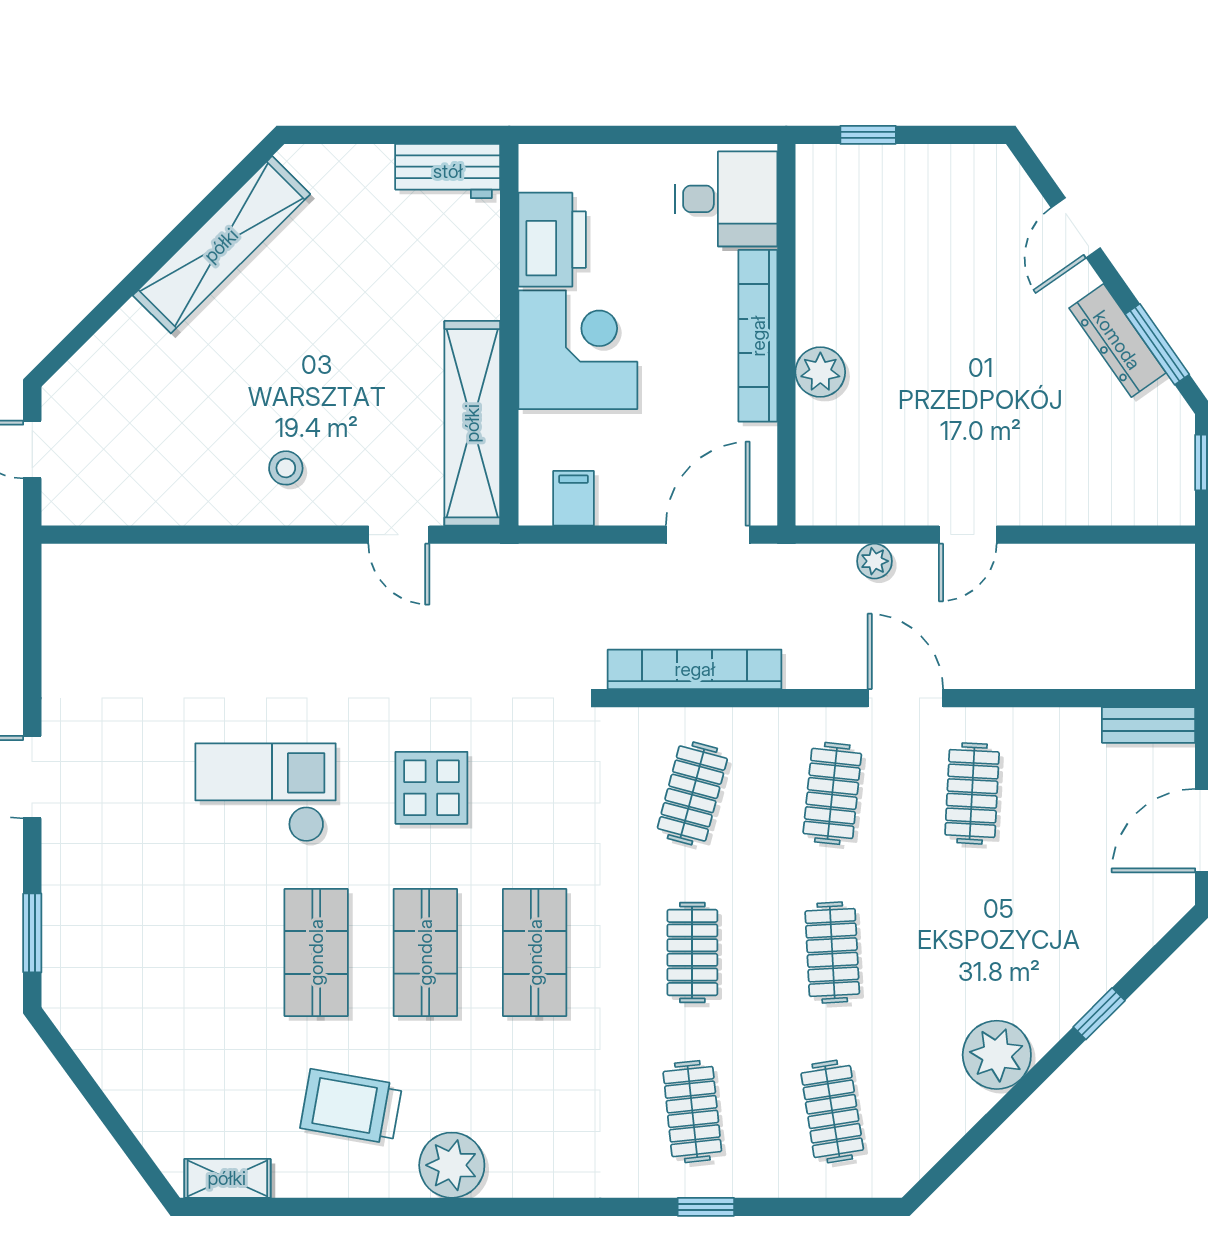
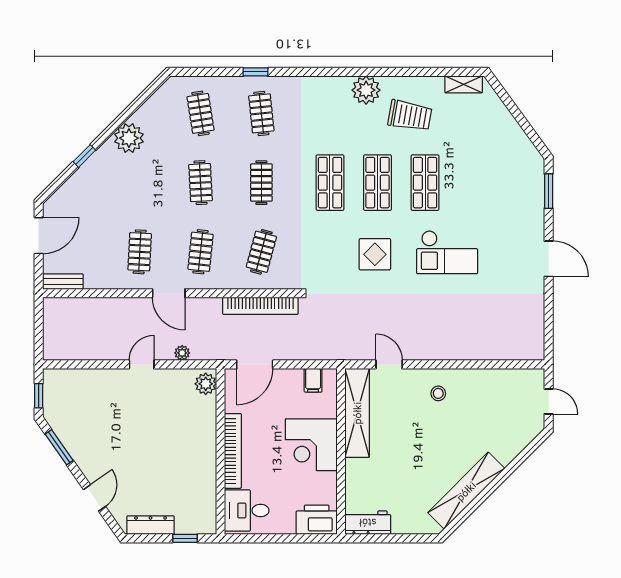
printer: (552, 240) -> (317, 520), moved, turned 90
dresser: (1117, 340) -> (151, 525), moved, turned -55
plant: (820, 372) -> (206, 384), moved

